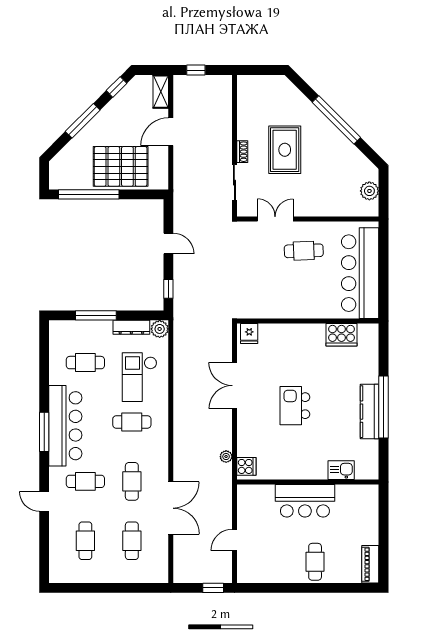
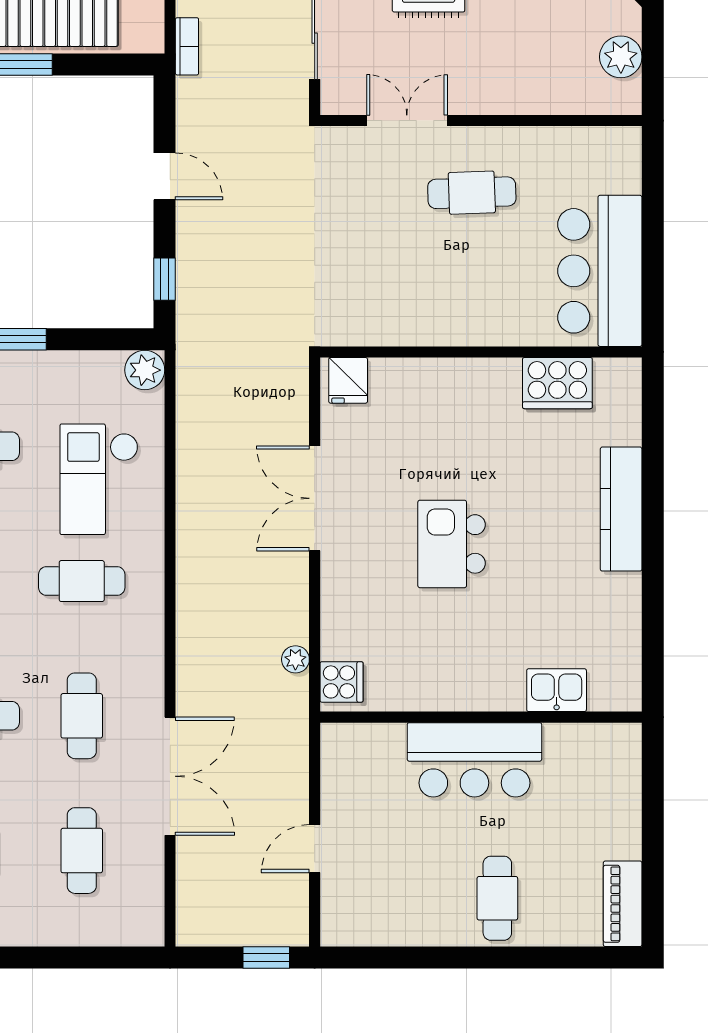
bookcase: (178, 186) -> (187, 46), added
bar counter: (360, 273) -> (600, 271), width x0.73
dresser: (131, 327) -> (81, 366), removed
window: (383, 407) -> (653, 547), removed
kitchen counter: (370, 412) -> (621, 509), moved

